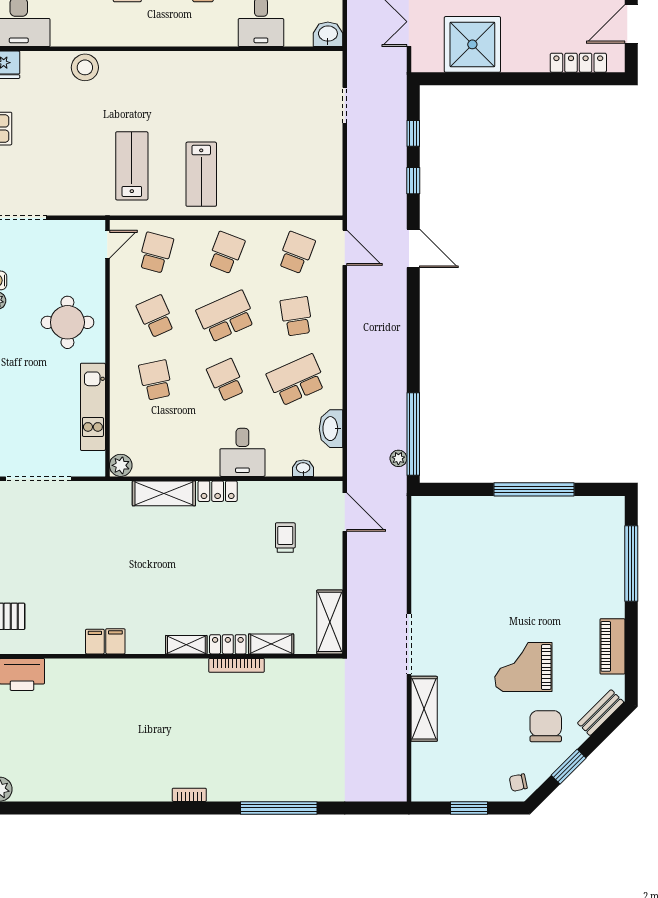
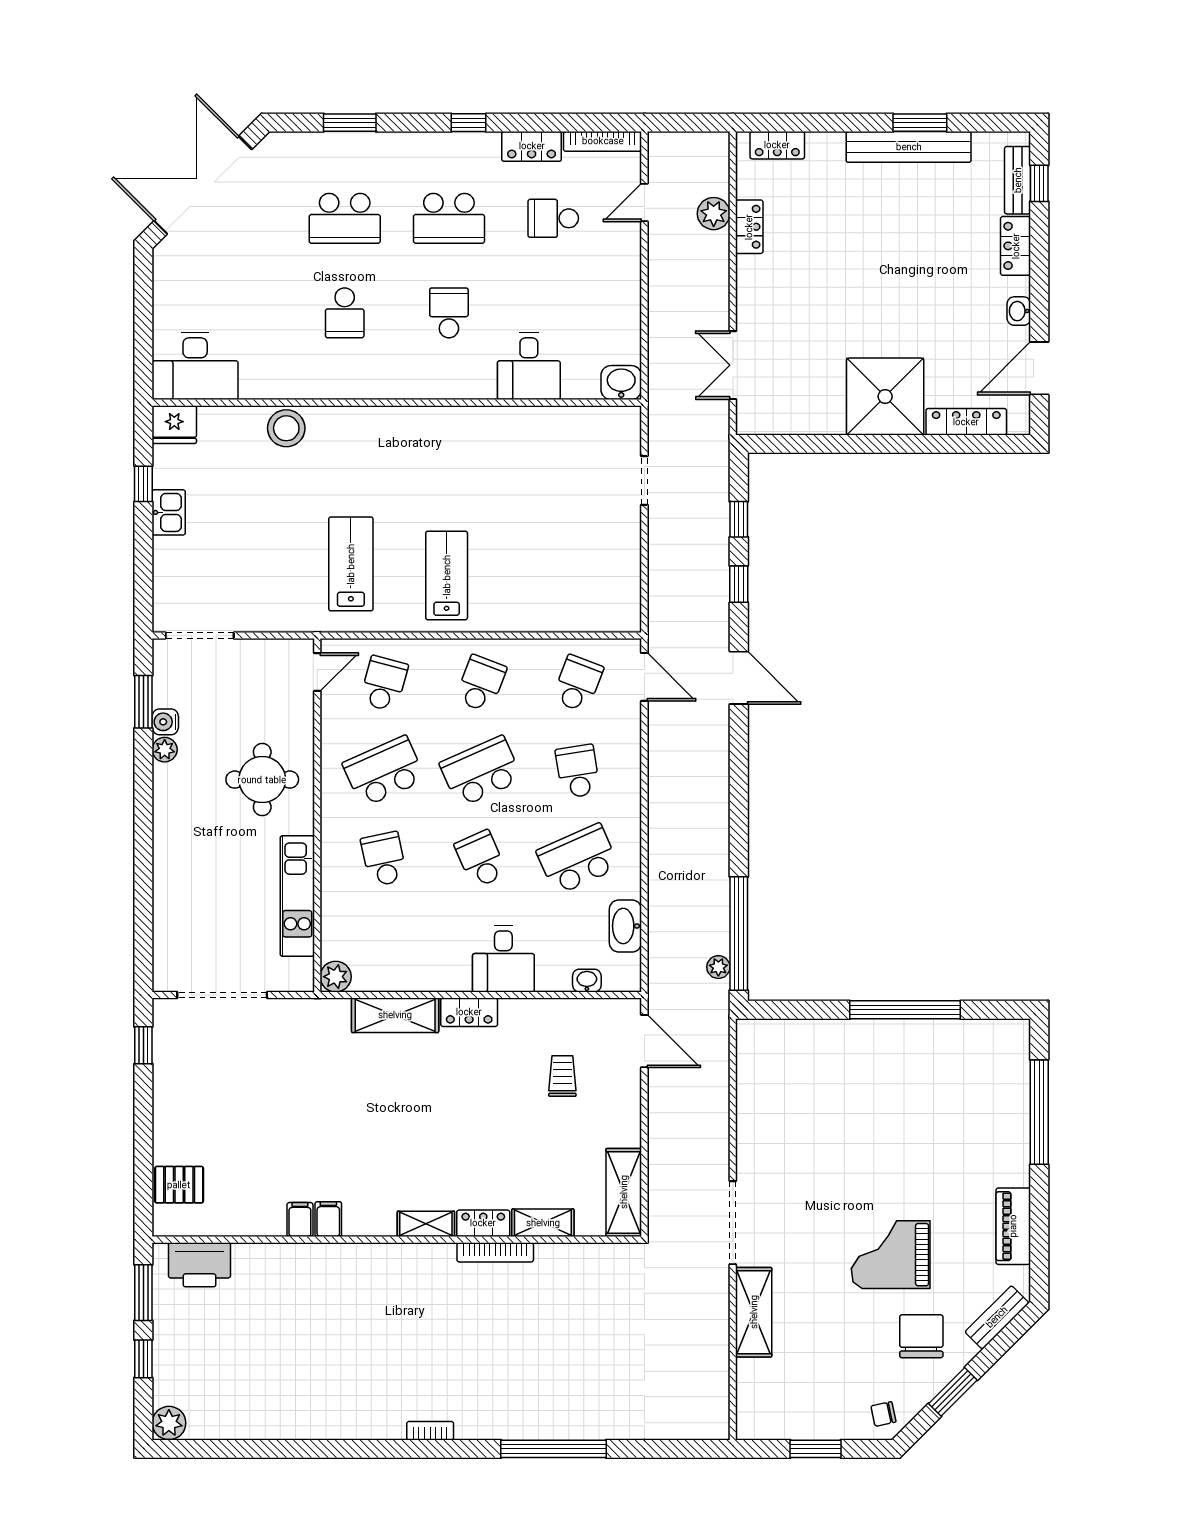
shower: (472, 44) -> (885, 397), moved
lab bench: (201, 174) -> (447, 575), turned 180
school desk: (156, 316) -> (384, 771), width x1.85

